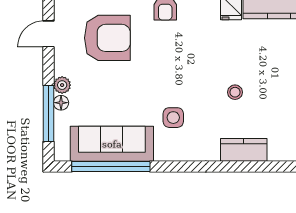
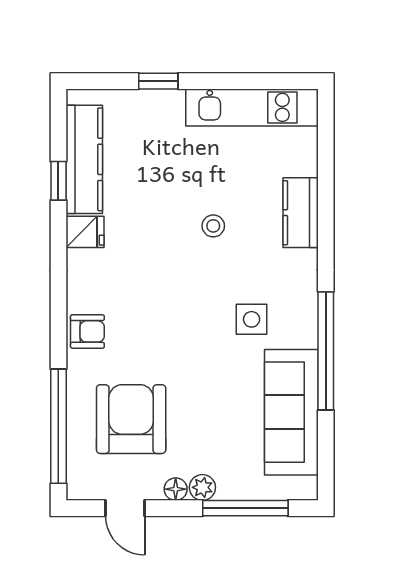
floor lamp: (61, 103) -> (176, 489), moved
window: (111, 167) -> (326, 351), moved

